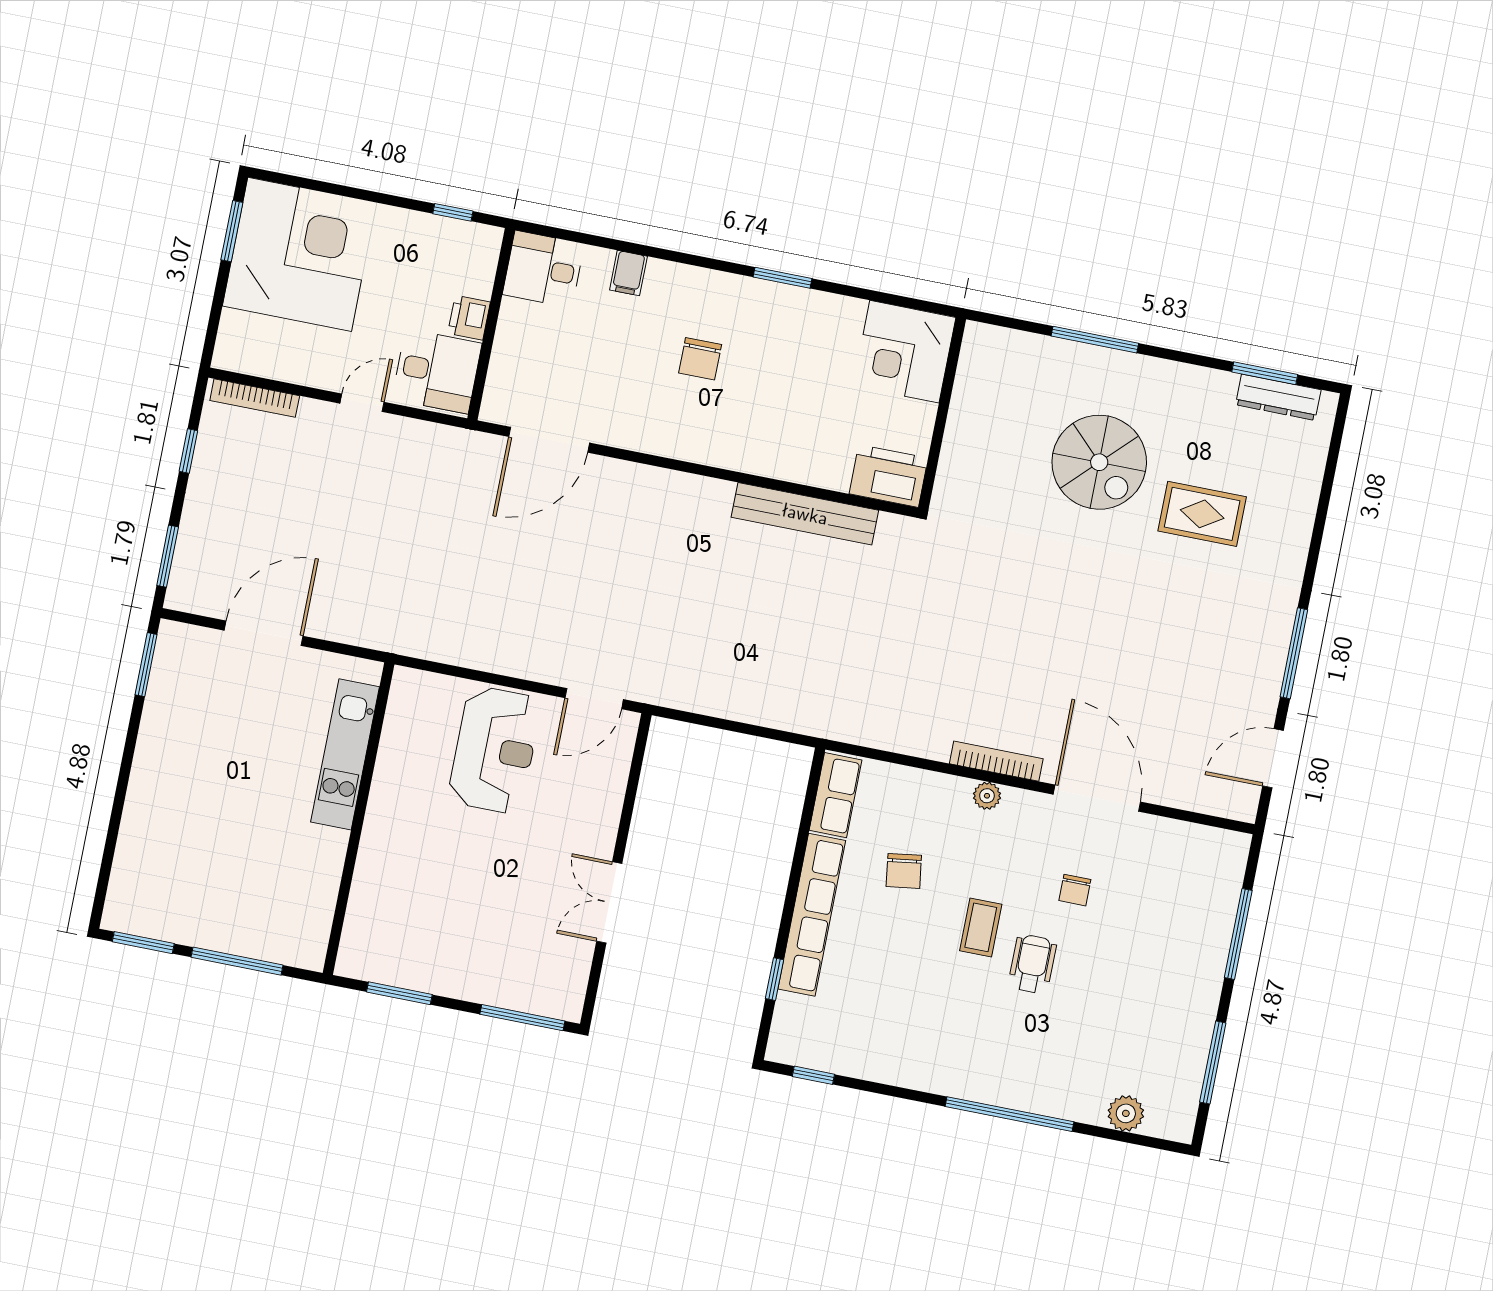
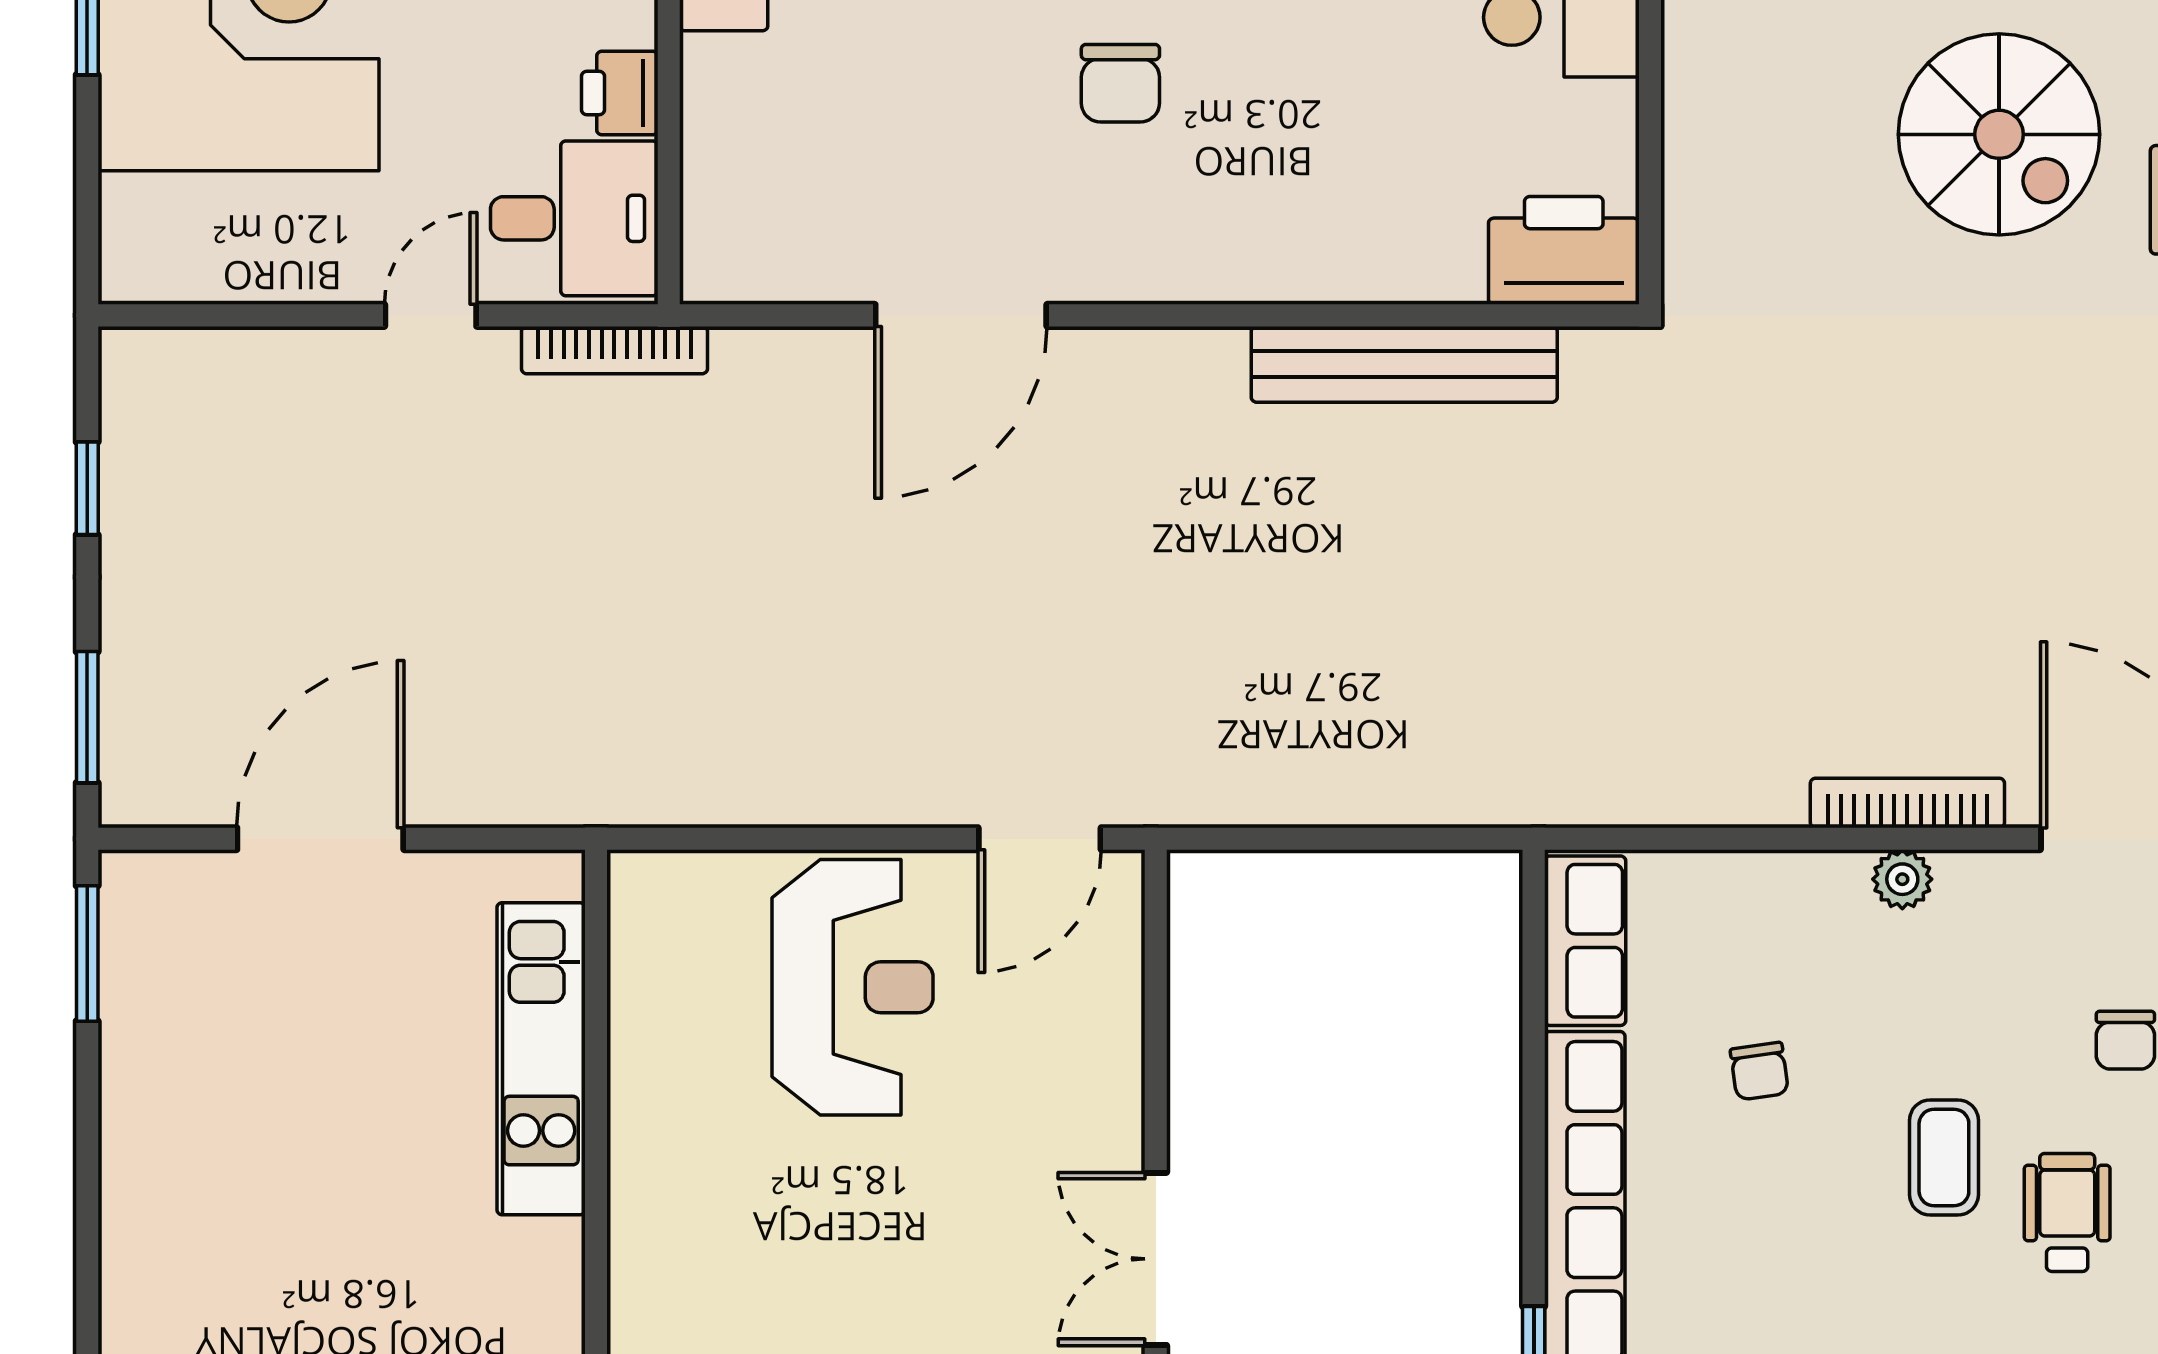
bookcase: (255, 398) -> (614, 350), moved
door: (549, 440) -> (961, 315), moved
chair: (904, 871) -> (1759, 1071), width x0.73, depth x0.73

